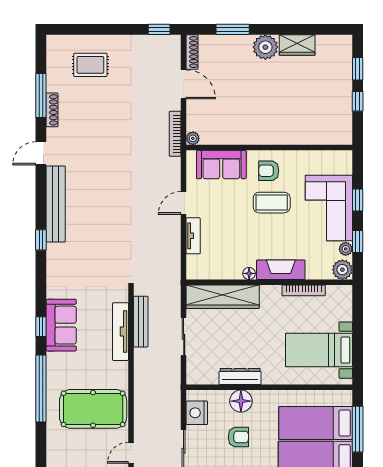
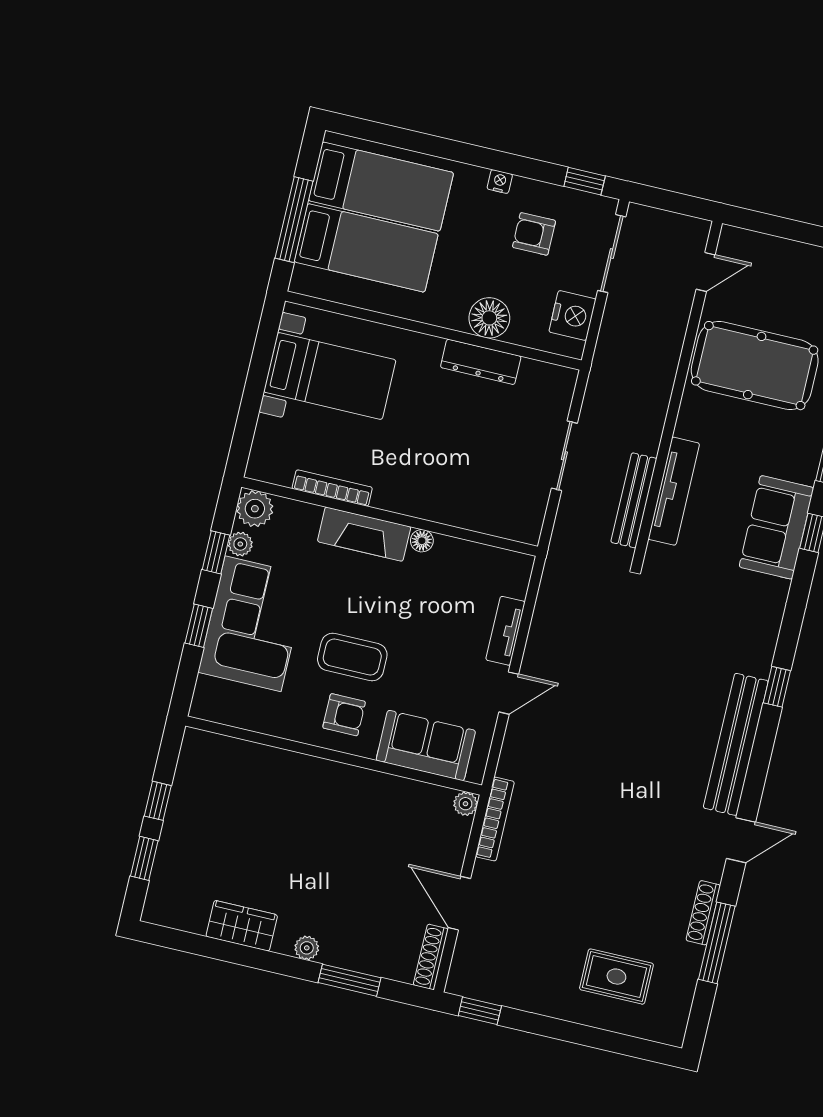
plant: (265, 47) -> (307, 948), width x0.53, depth x0.53
wardrobe: (223, 297) -> (478, 510), removed
armchair: (238, 437) -> (534, 234), moved

